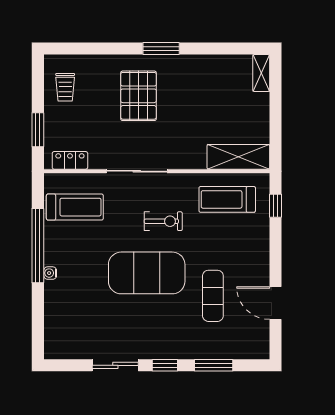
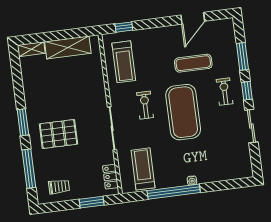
window: (96, 48) -> (29, 169), added
shelving: (238, 157) -> (68, 47), moved, turned 90
exercise bike: (168, 334) -> (225, 92), added

